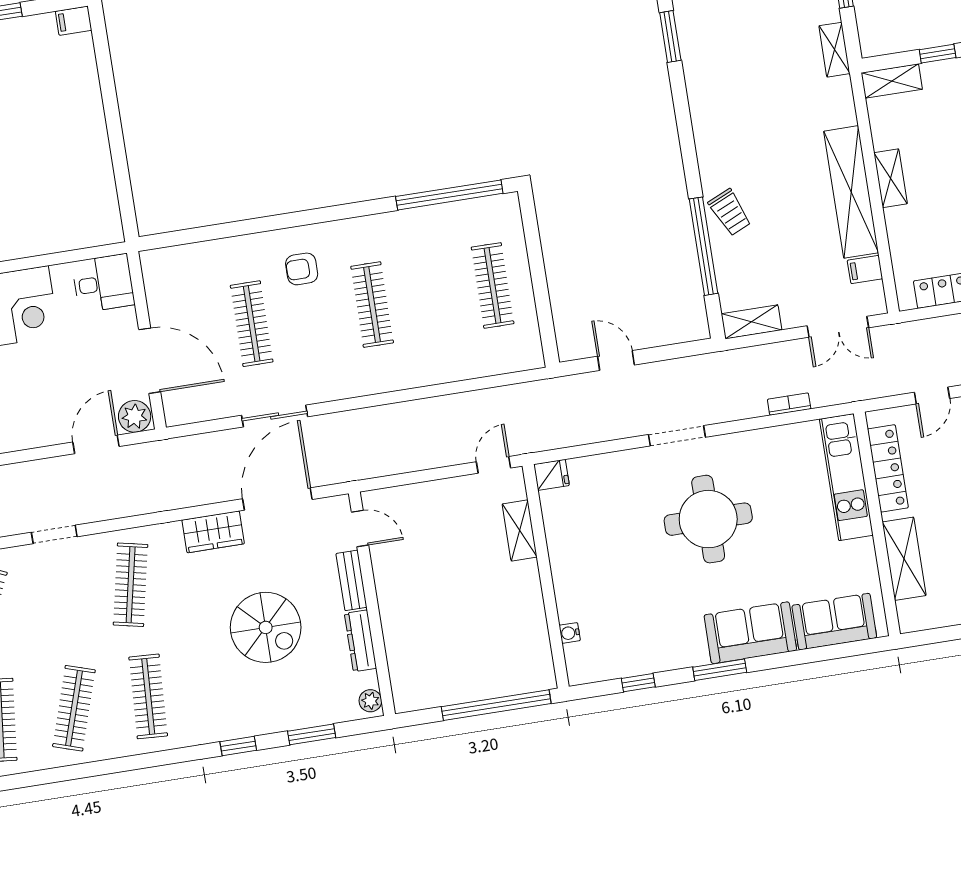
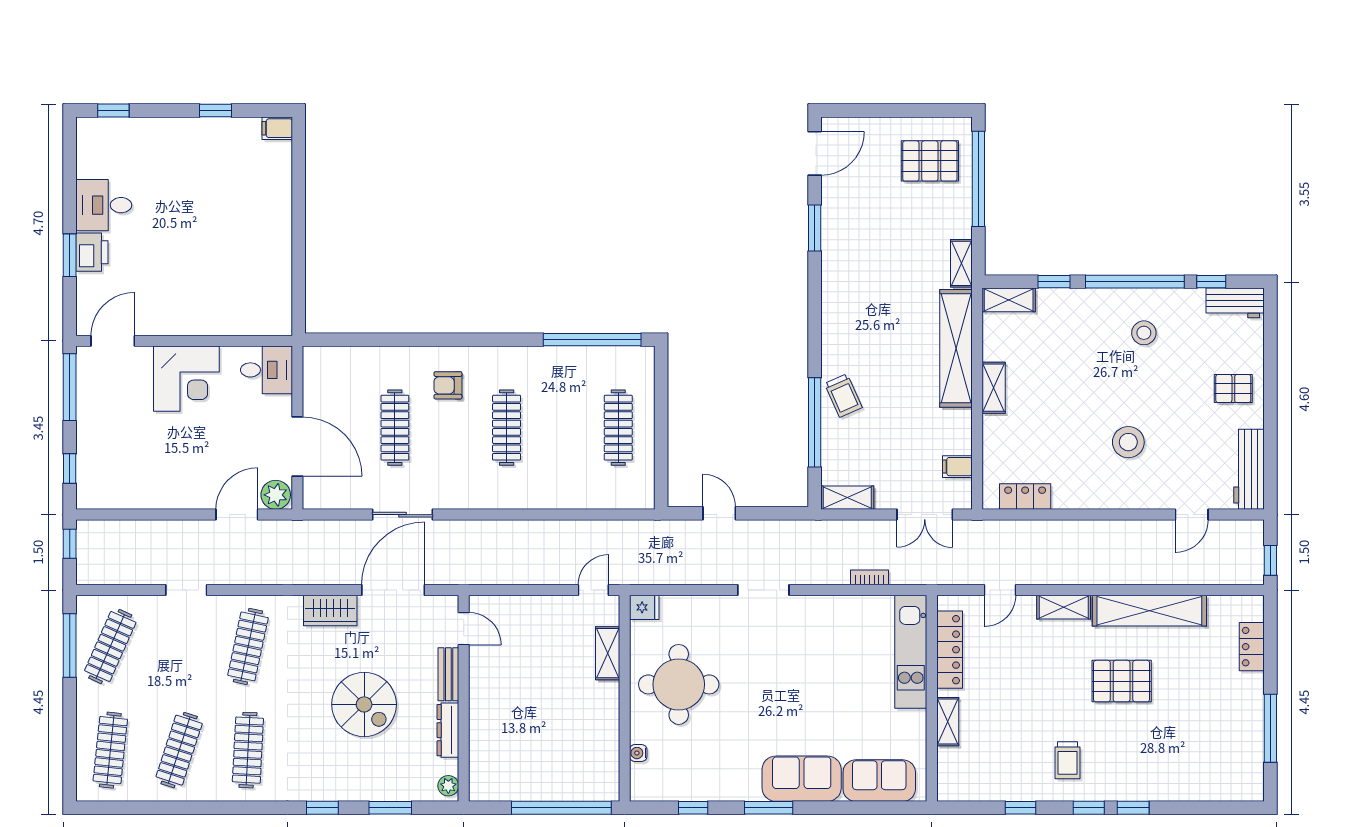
shelving: (851, 192) -> (956, 348), moved
round table: (708, 519) -> (679, 684), moved
shelving: (904, 559) -> (948, 722), width x0.67, depth x0.75

